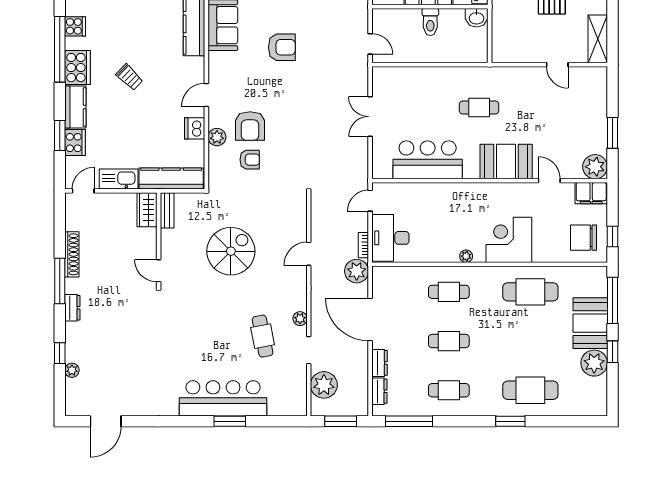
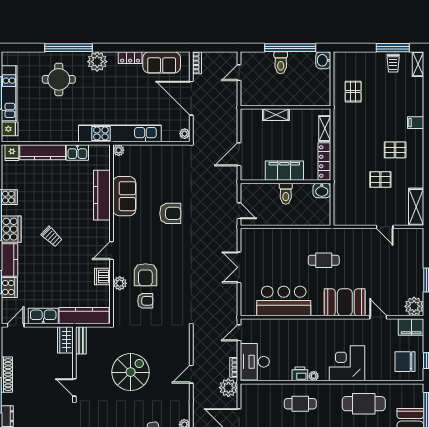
printer: (448, 253) -> (300, 374), added

